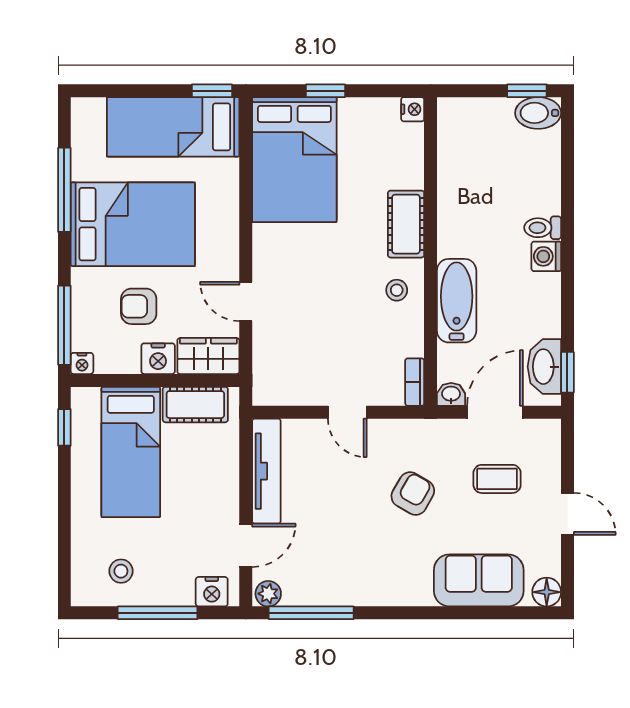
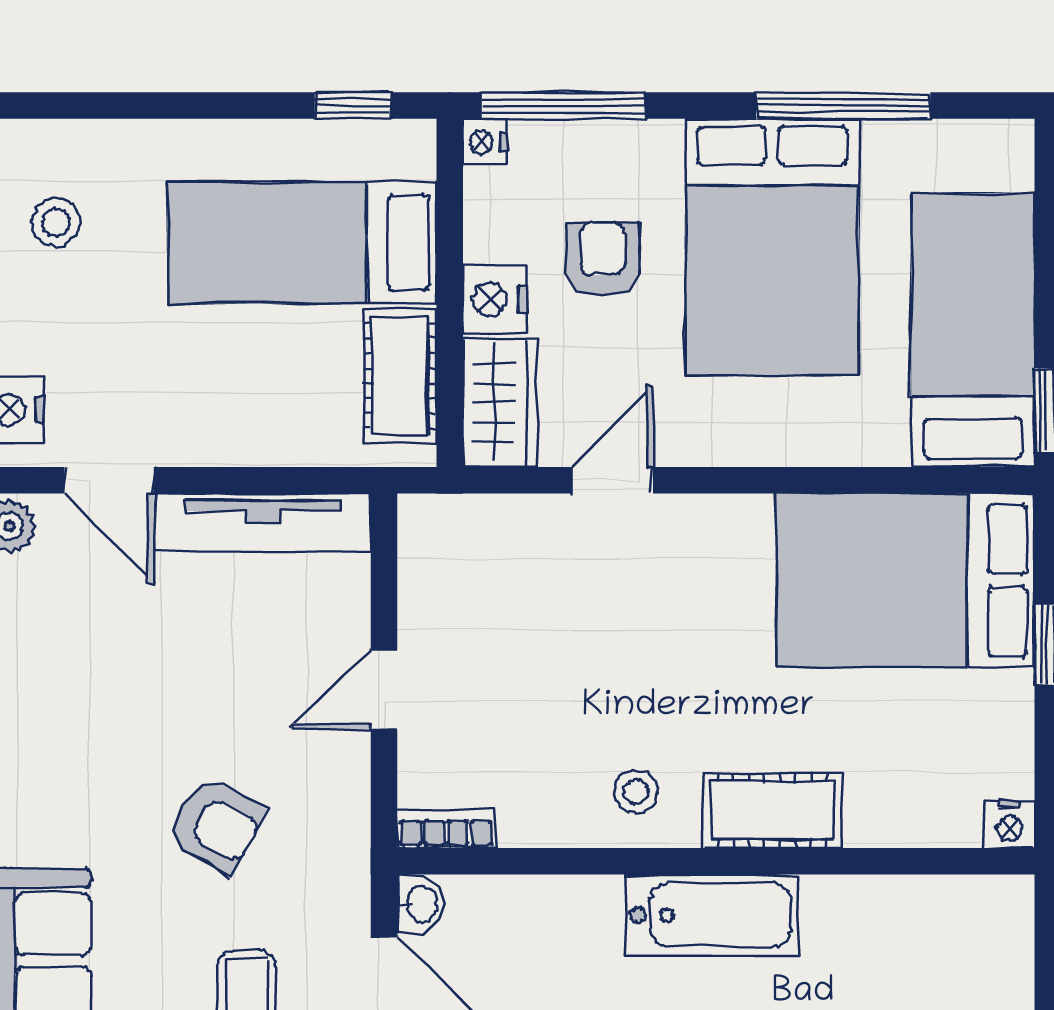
bathtub: (457, 301) -> (712, 915), moved

